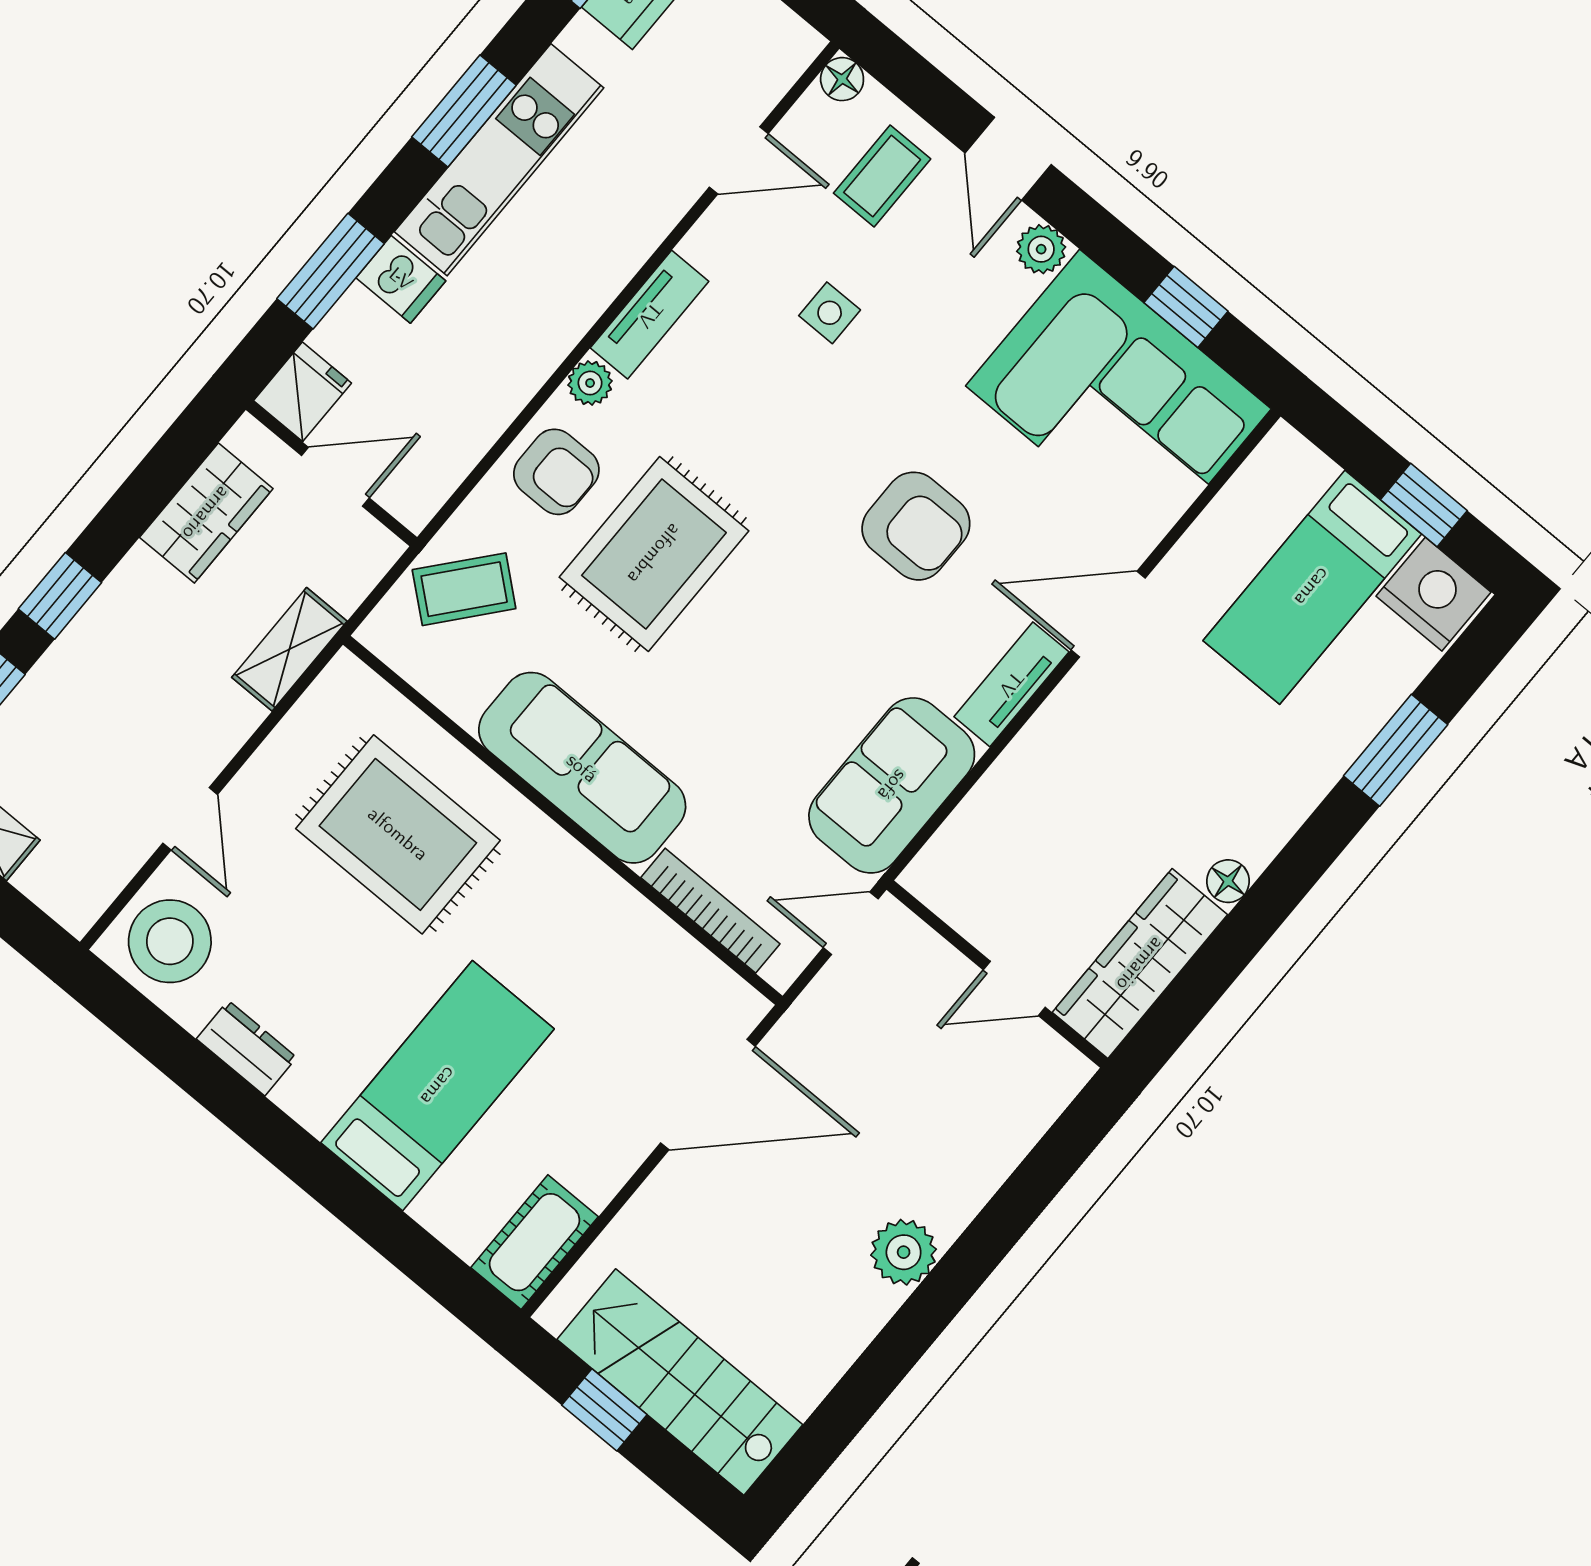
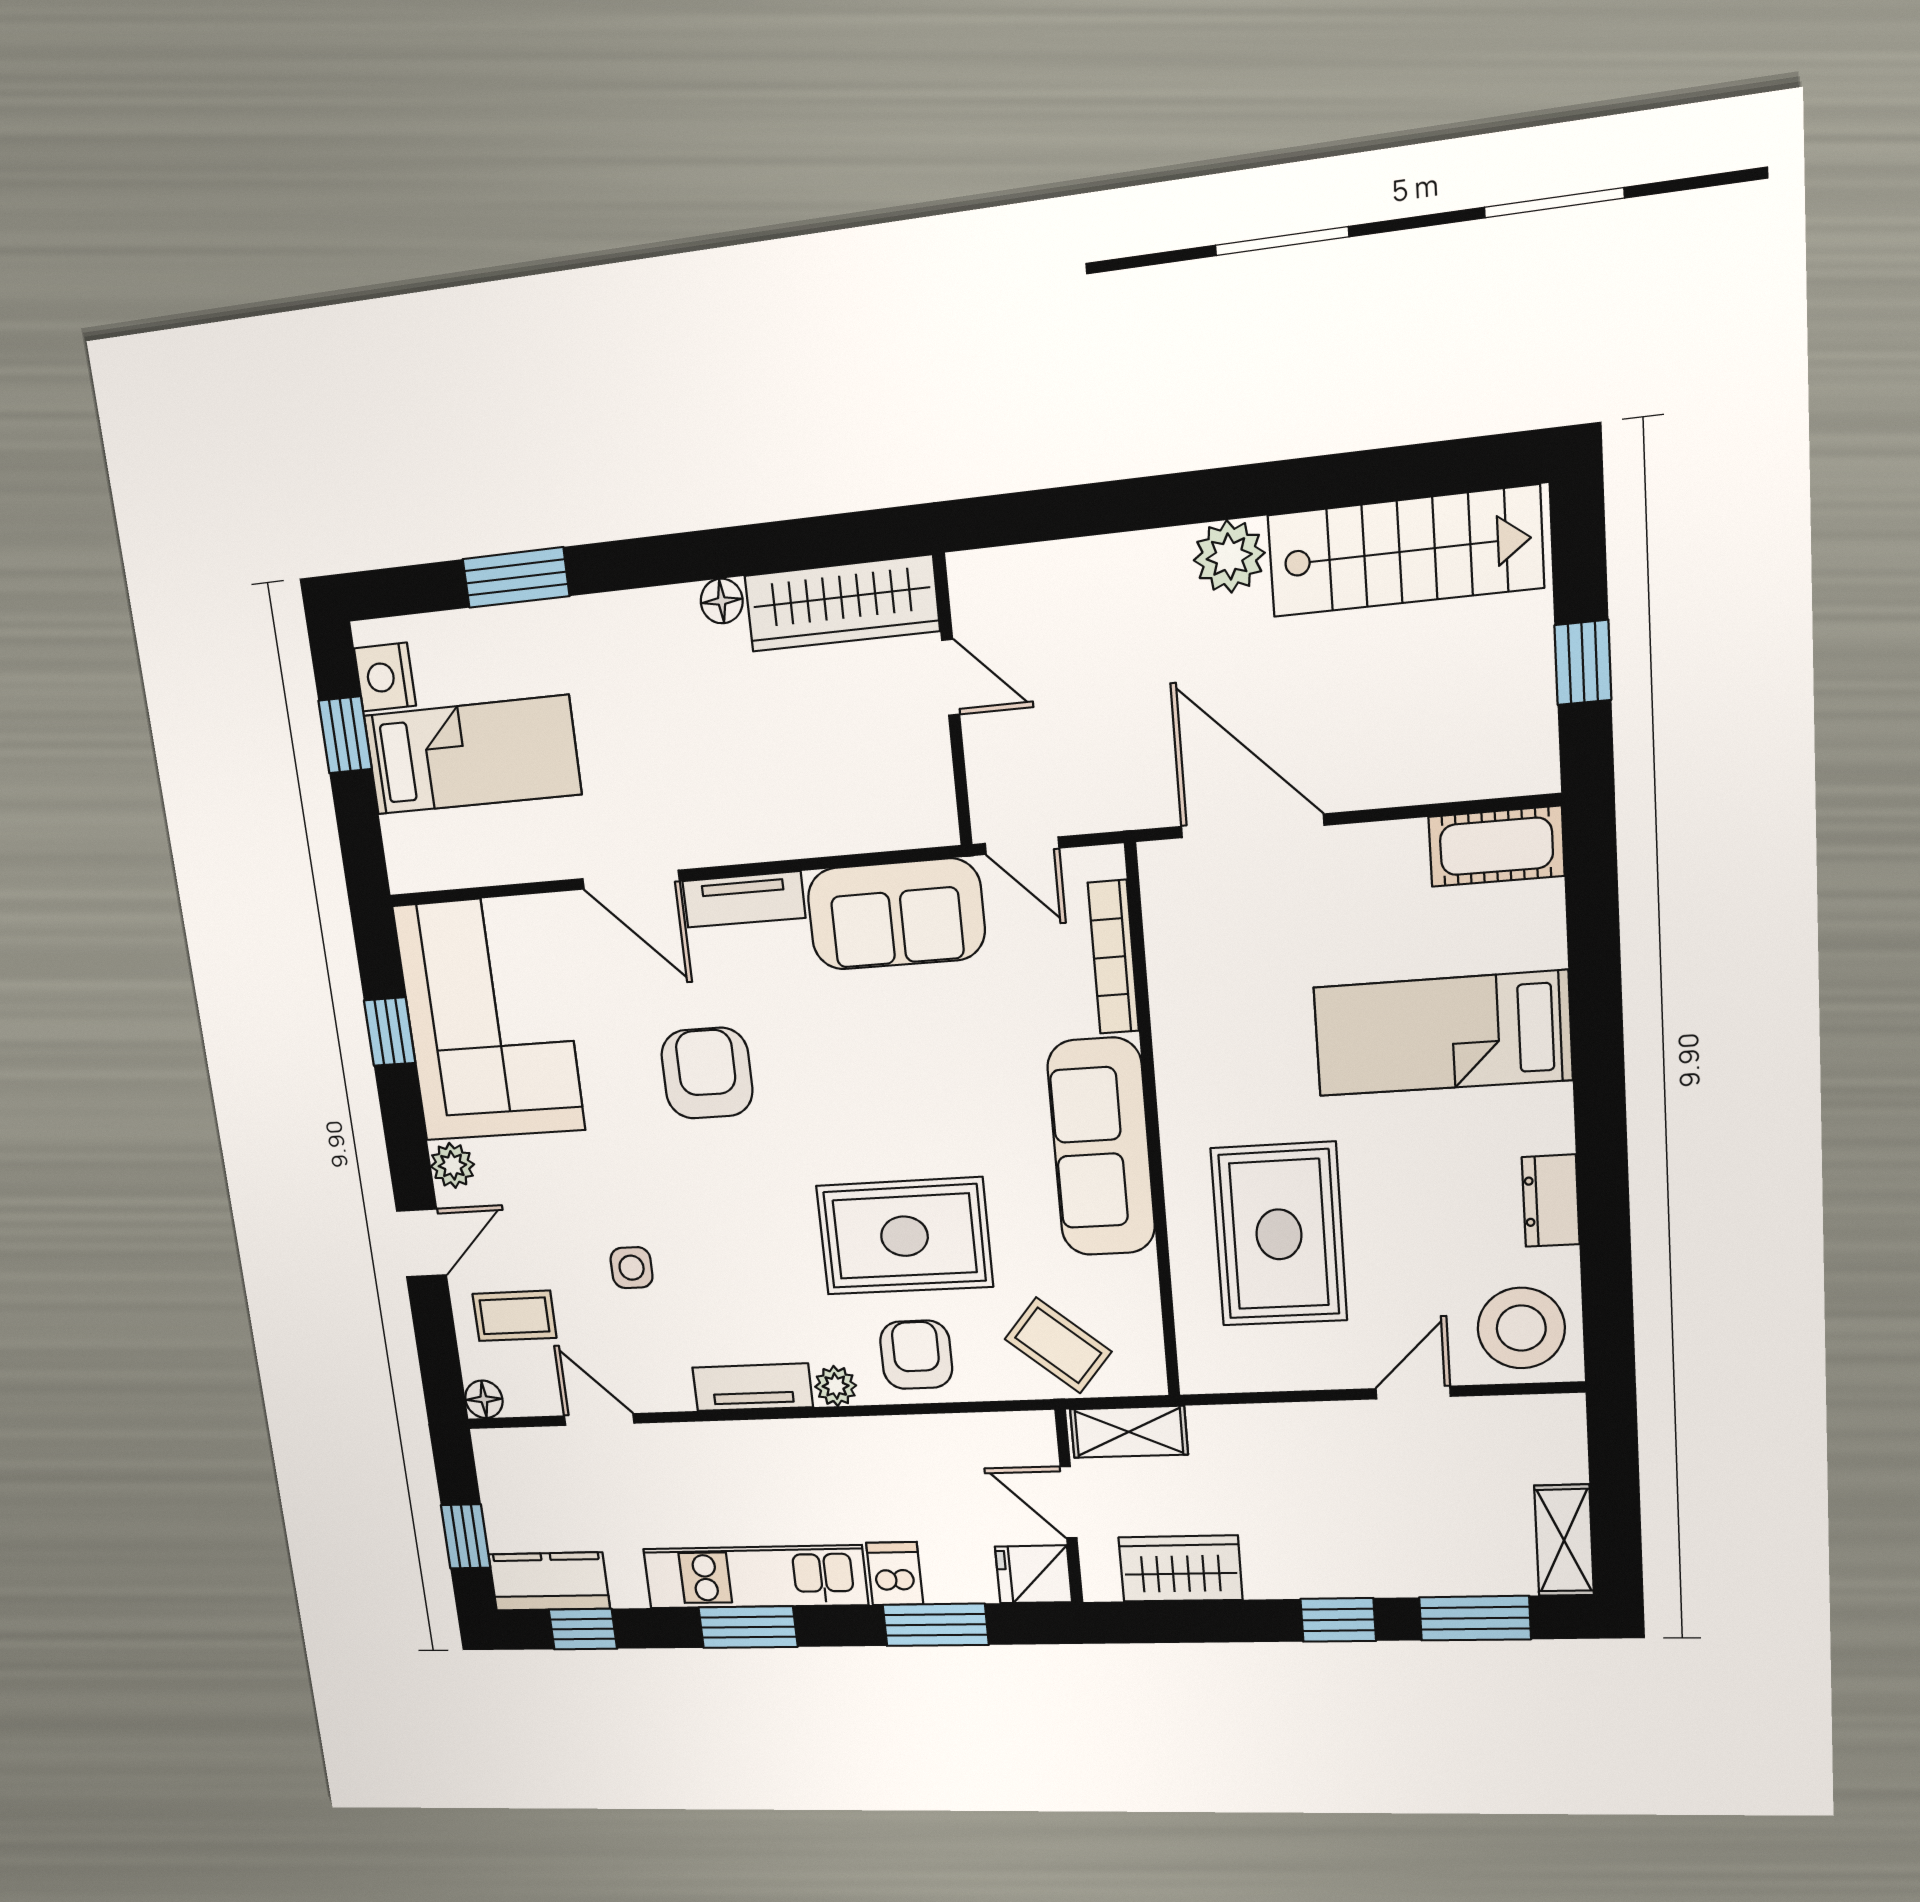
nightstand: (1434, 594) -> (385, 677), width x0.74, depth x0.75
shelving: (289, 649) -> (1129, 1432), moved
stairs: (680, 1382) -> (1405, 551), moved, turned -90

